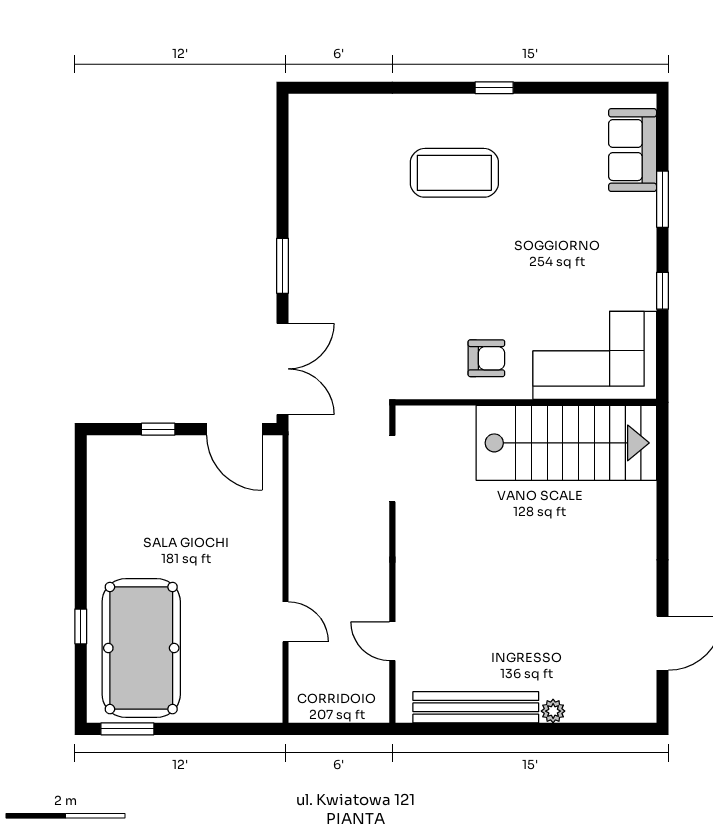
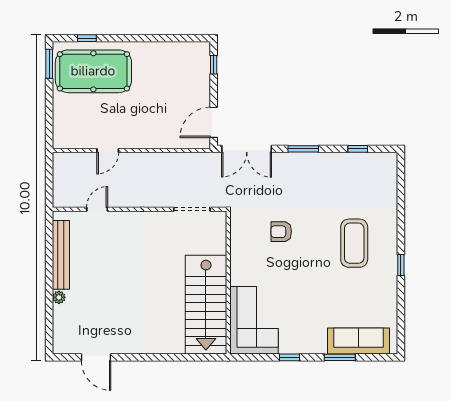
sofa: (633, 150) -> (359, 341), width x1.36
window: (283, 166) -> (358, 149), added
armchair: (486, 358) -> (281, 232), moved, turned 90
window: (158, 429) -> (214, 65), moved
window: (81, 626) -> (87, 38), moved

